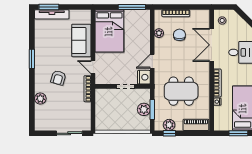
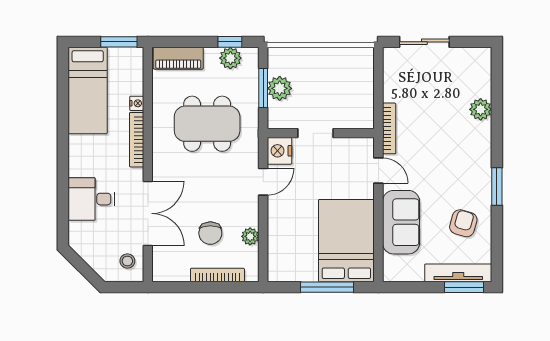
window: (132, 7) -> (327, 287), moved
armchair: (58, 78) -> (463, 223), moved
window: (238, 133) -> (119, 42), moved

